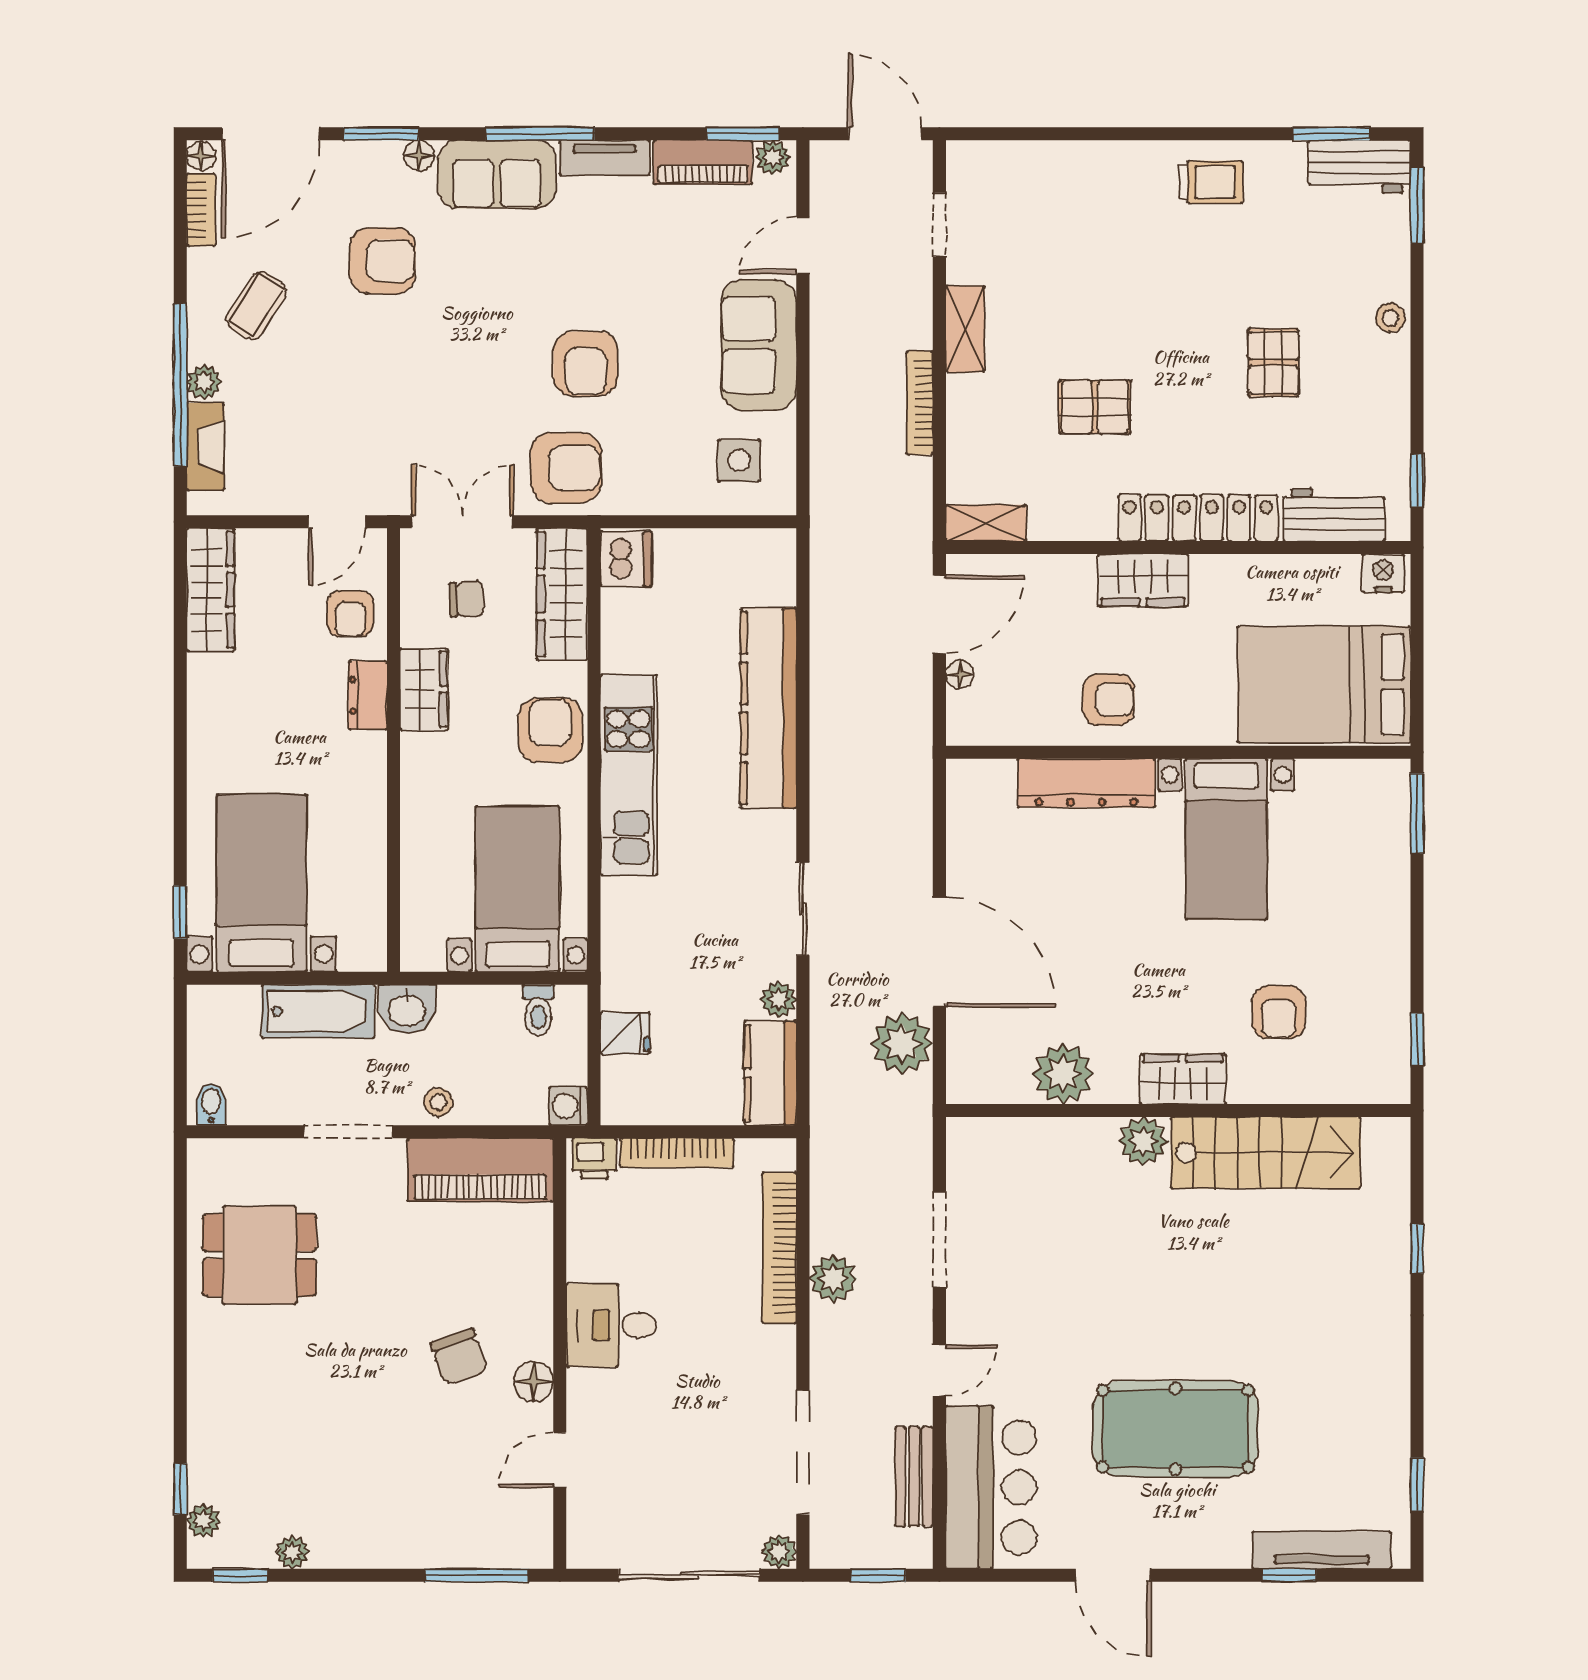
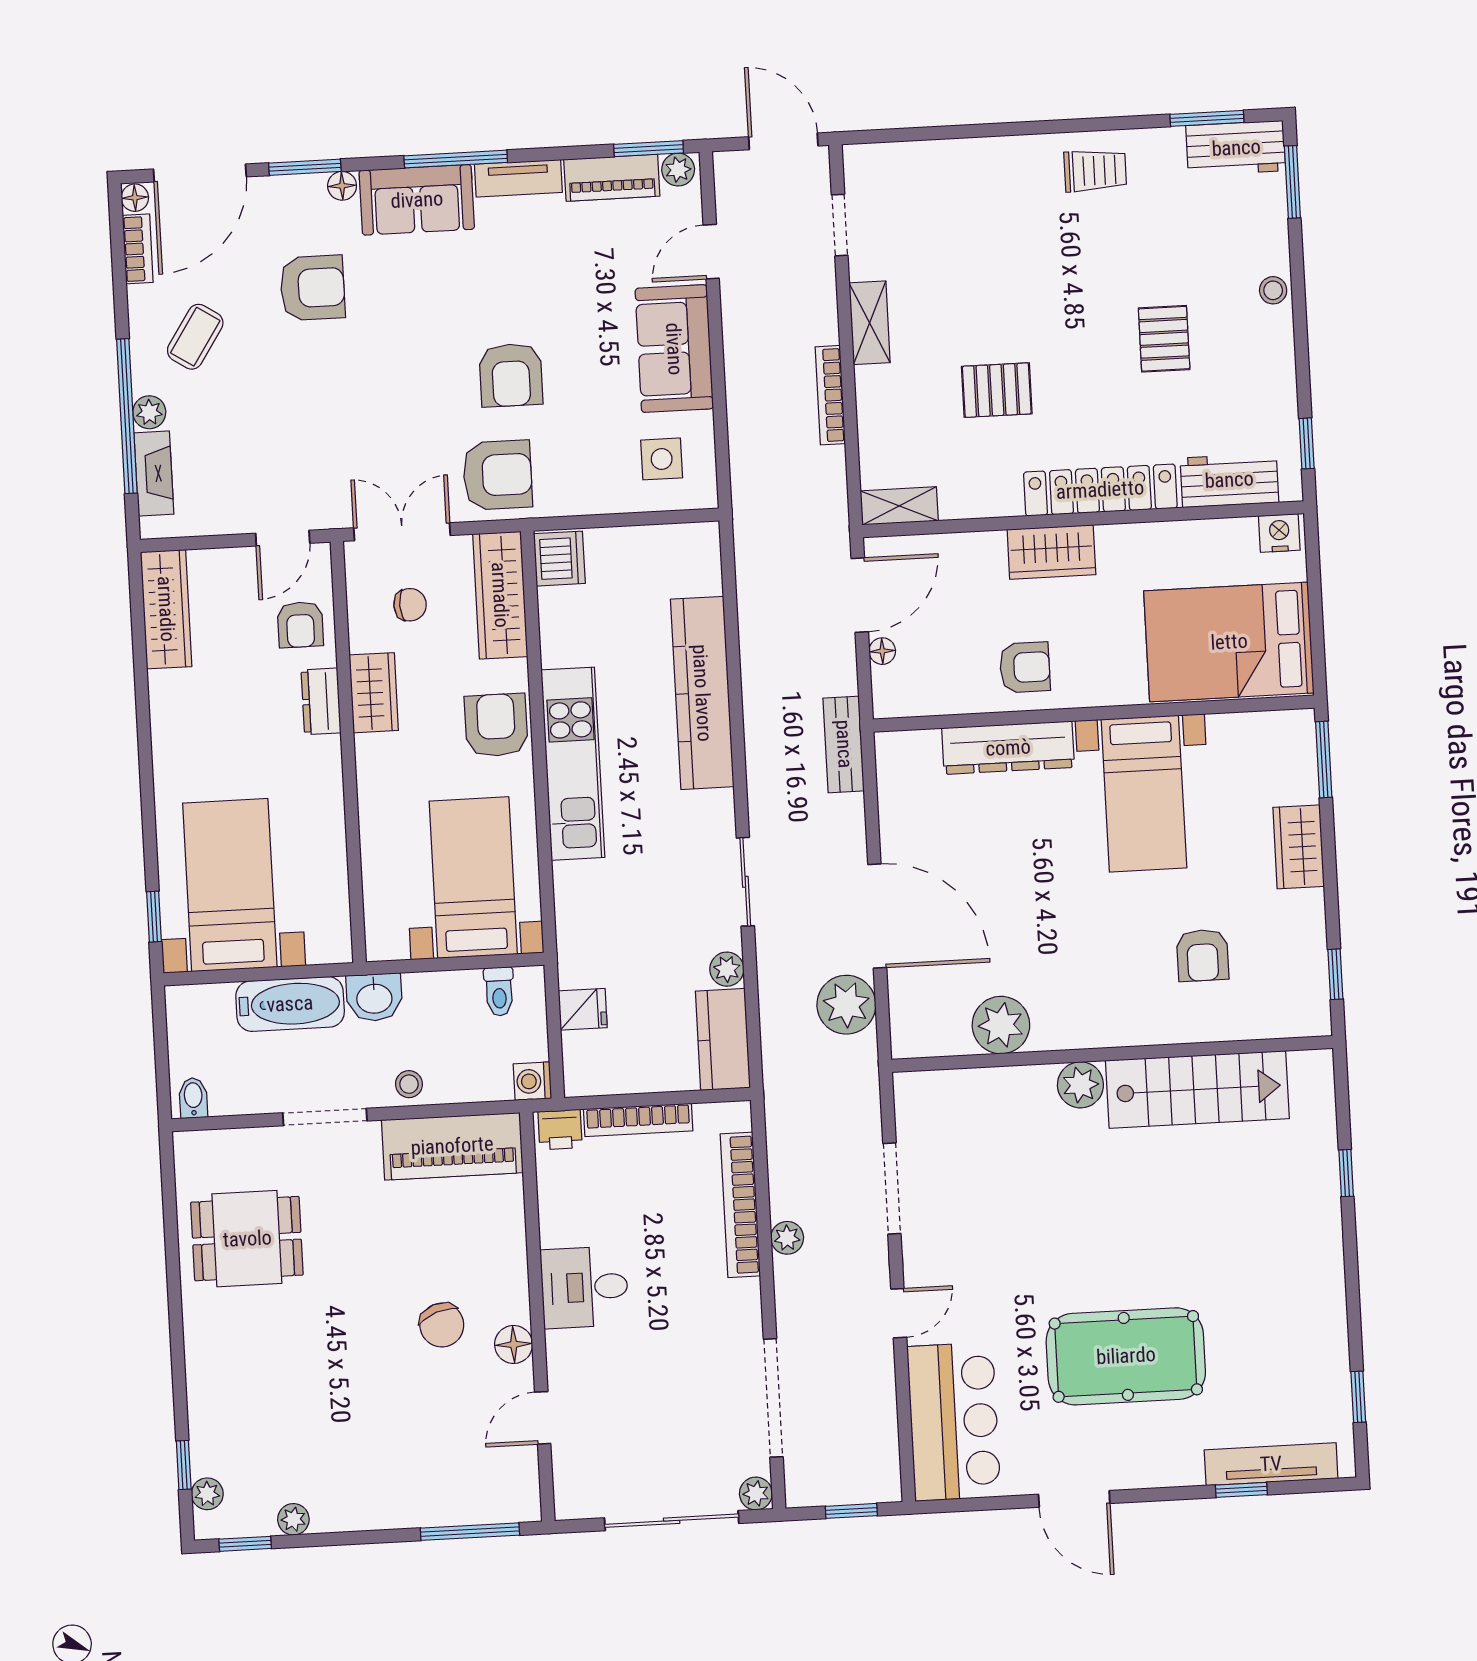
wardrobe: (1183, 1079) -> (1299, 847), moved, turned -90
plant: (833, 1279) -> (787, 1238), width x0.73, depth x0.73
bench: (914, 1476) -> (844, 744), moved

